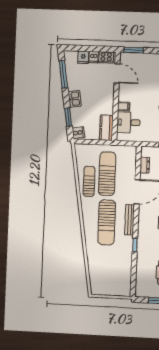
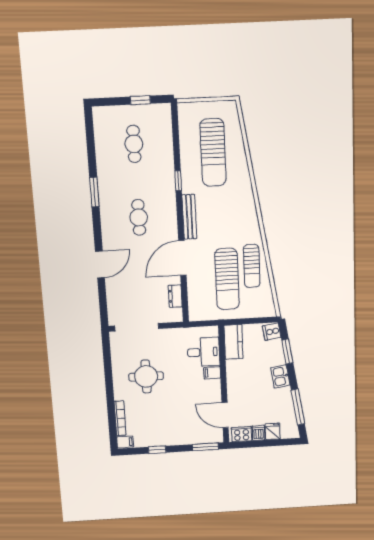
sun lounger: (107, 222) -> (213, 153), moved, turned 180

